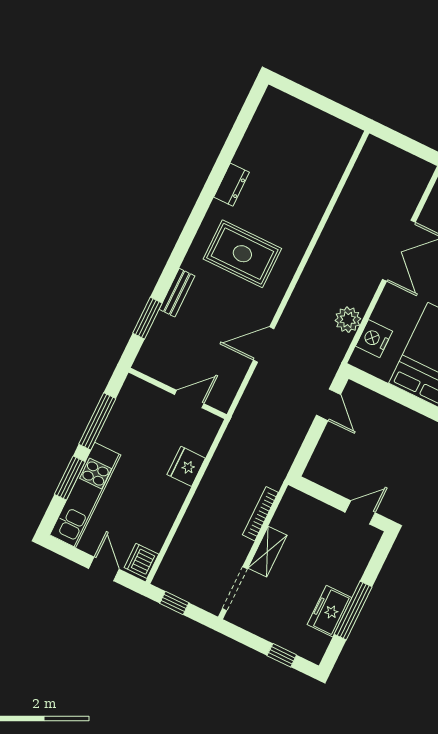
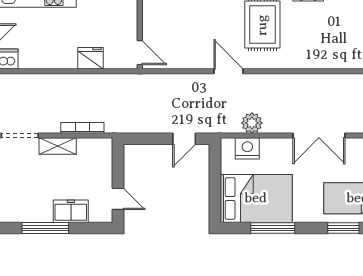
door: (264, 344) -> (229, 71), moved
door: (189, 399) -> (140, 53), moved
freezer: (330, 611) -> (71, 211), moved

